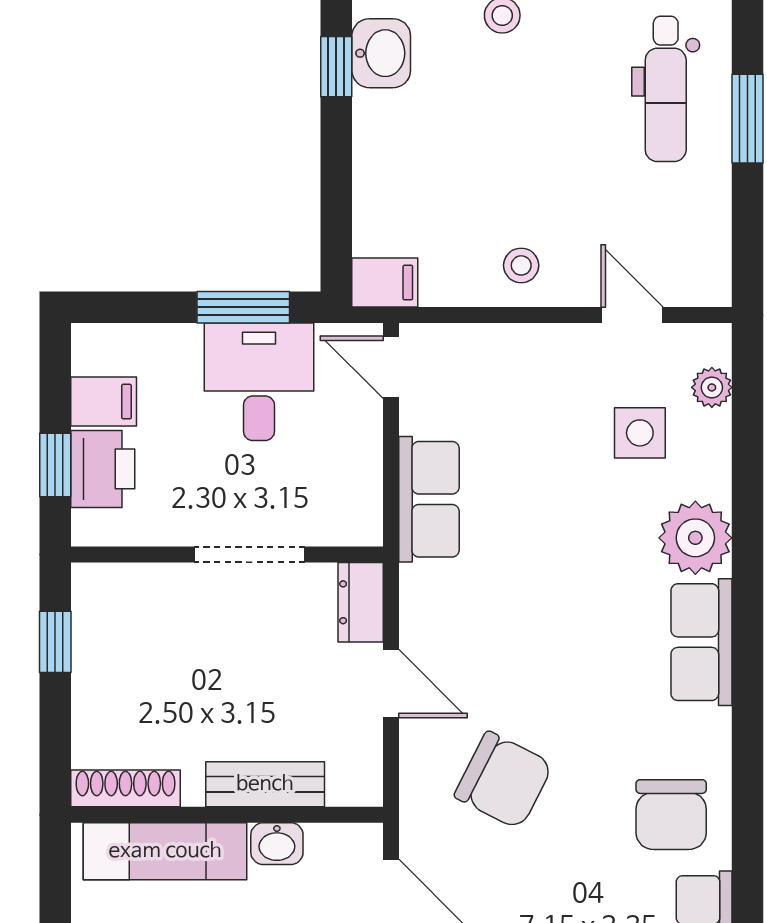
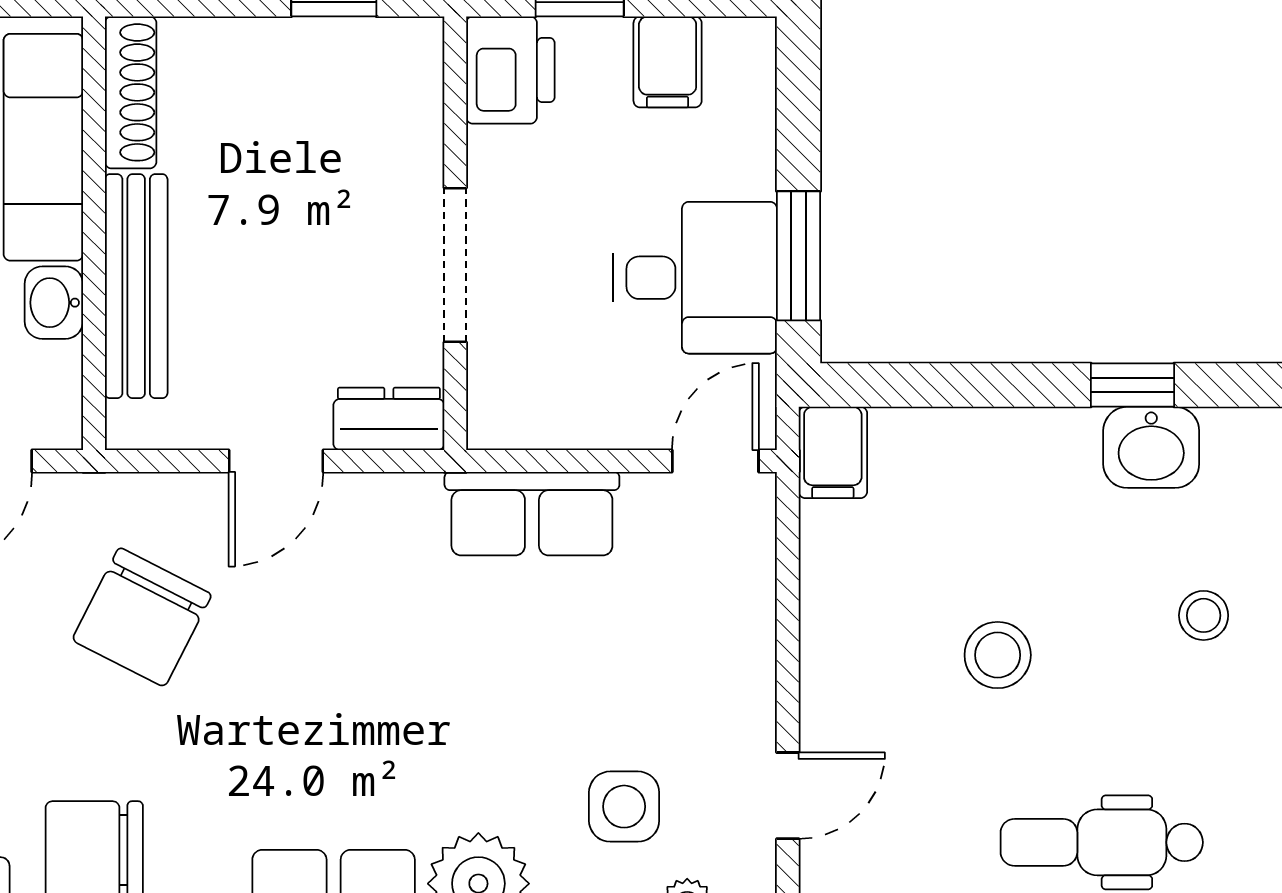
stool: (521, 265) -> (998, 655), moved, width x1.37, depth x1.37
printer: (103, 469) -> (510, 70), moved, turned -90
bench: (265, 784) -> (136, 286), width x1.36

